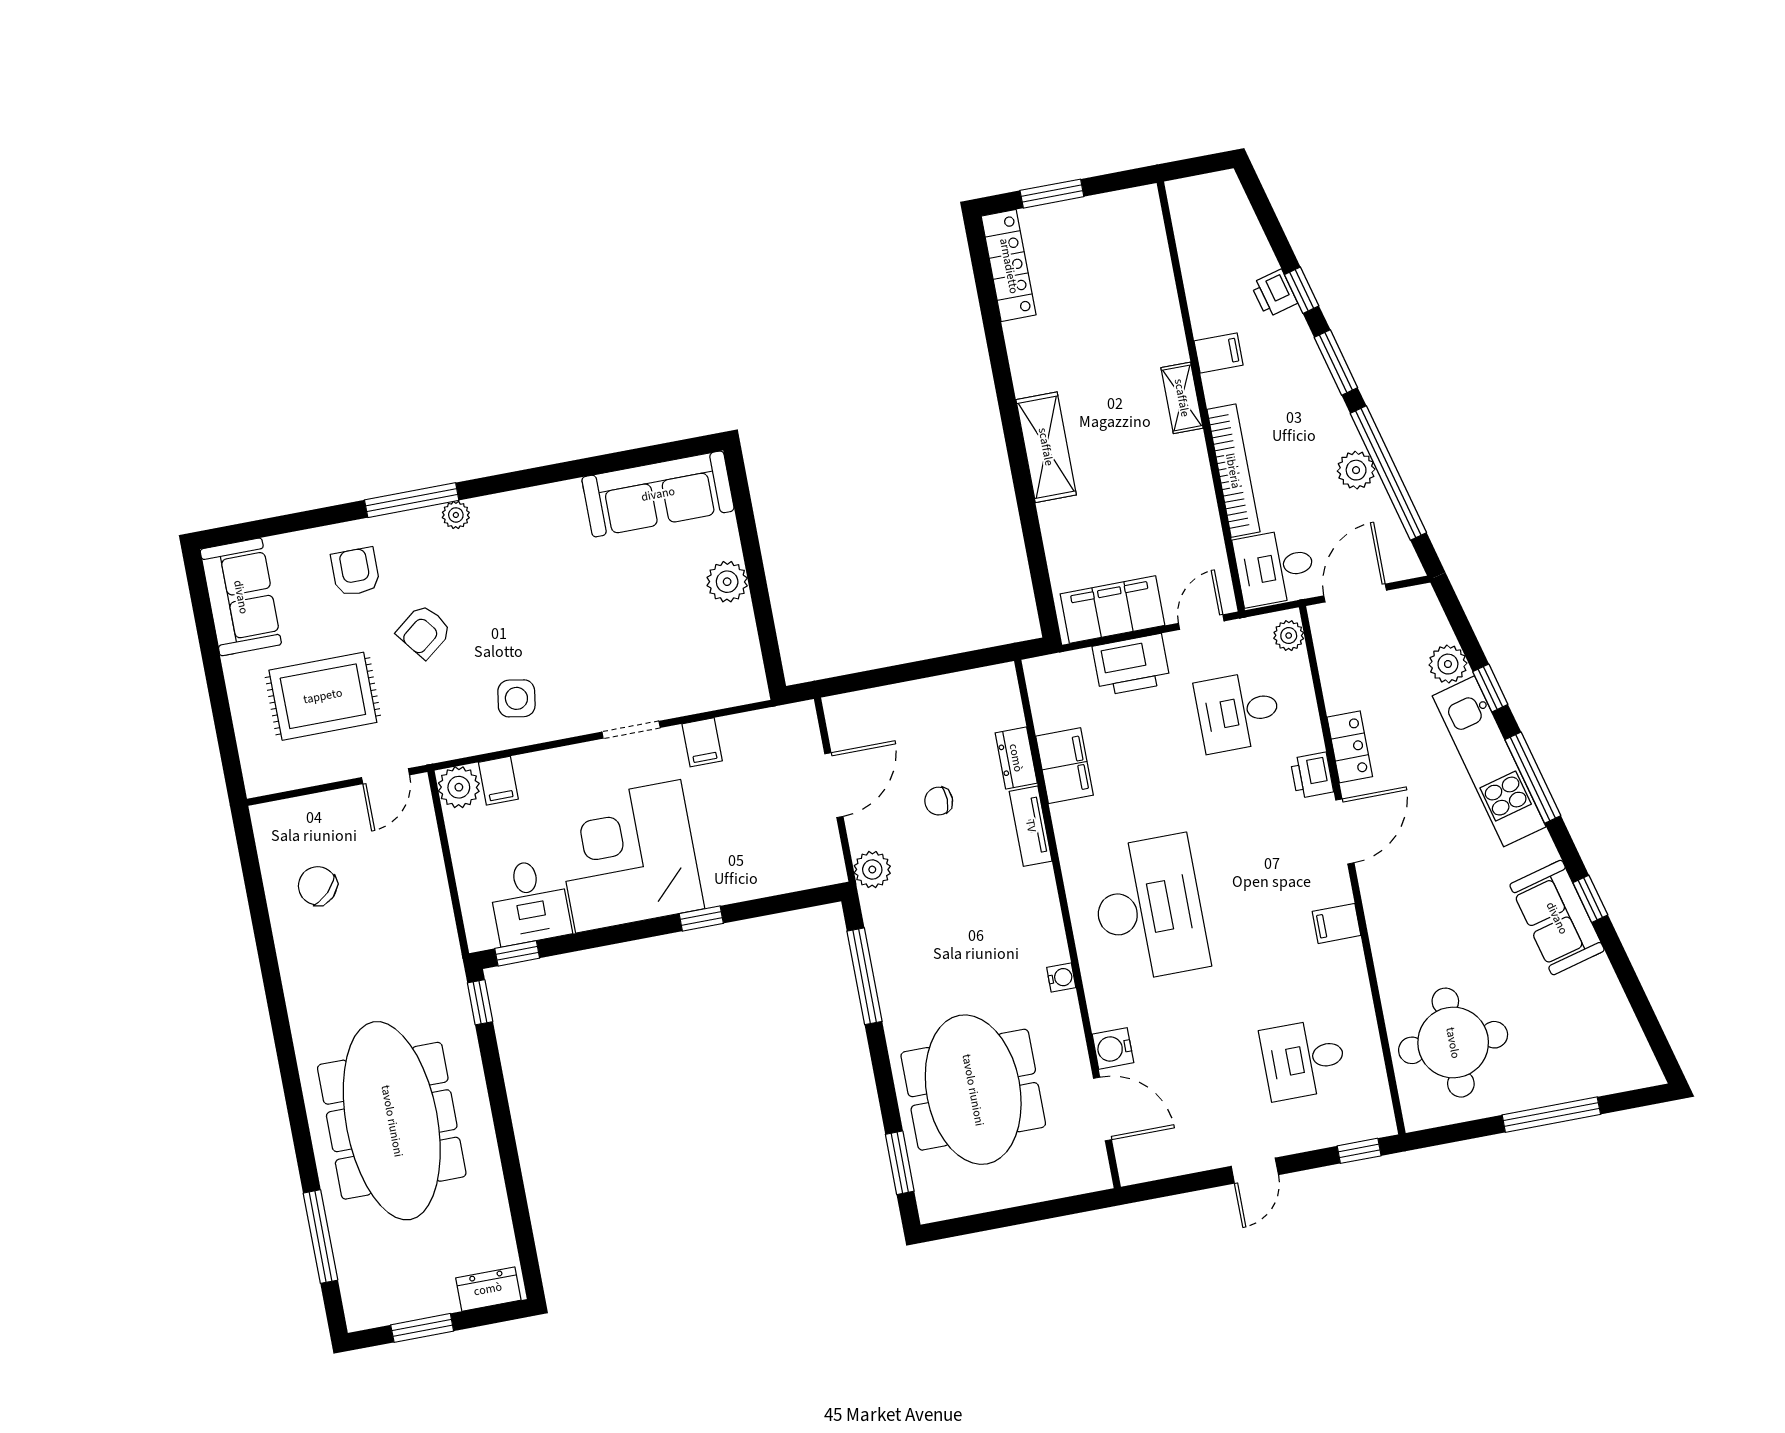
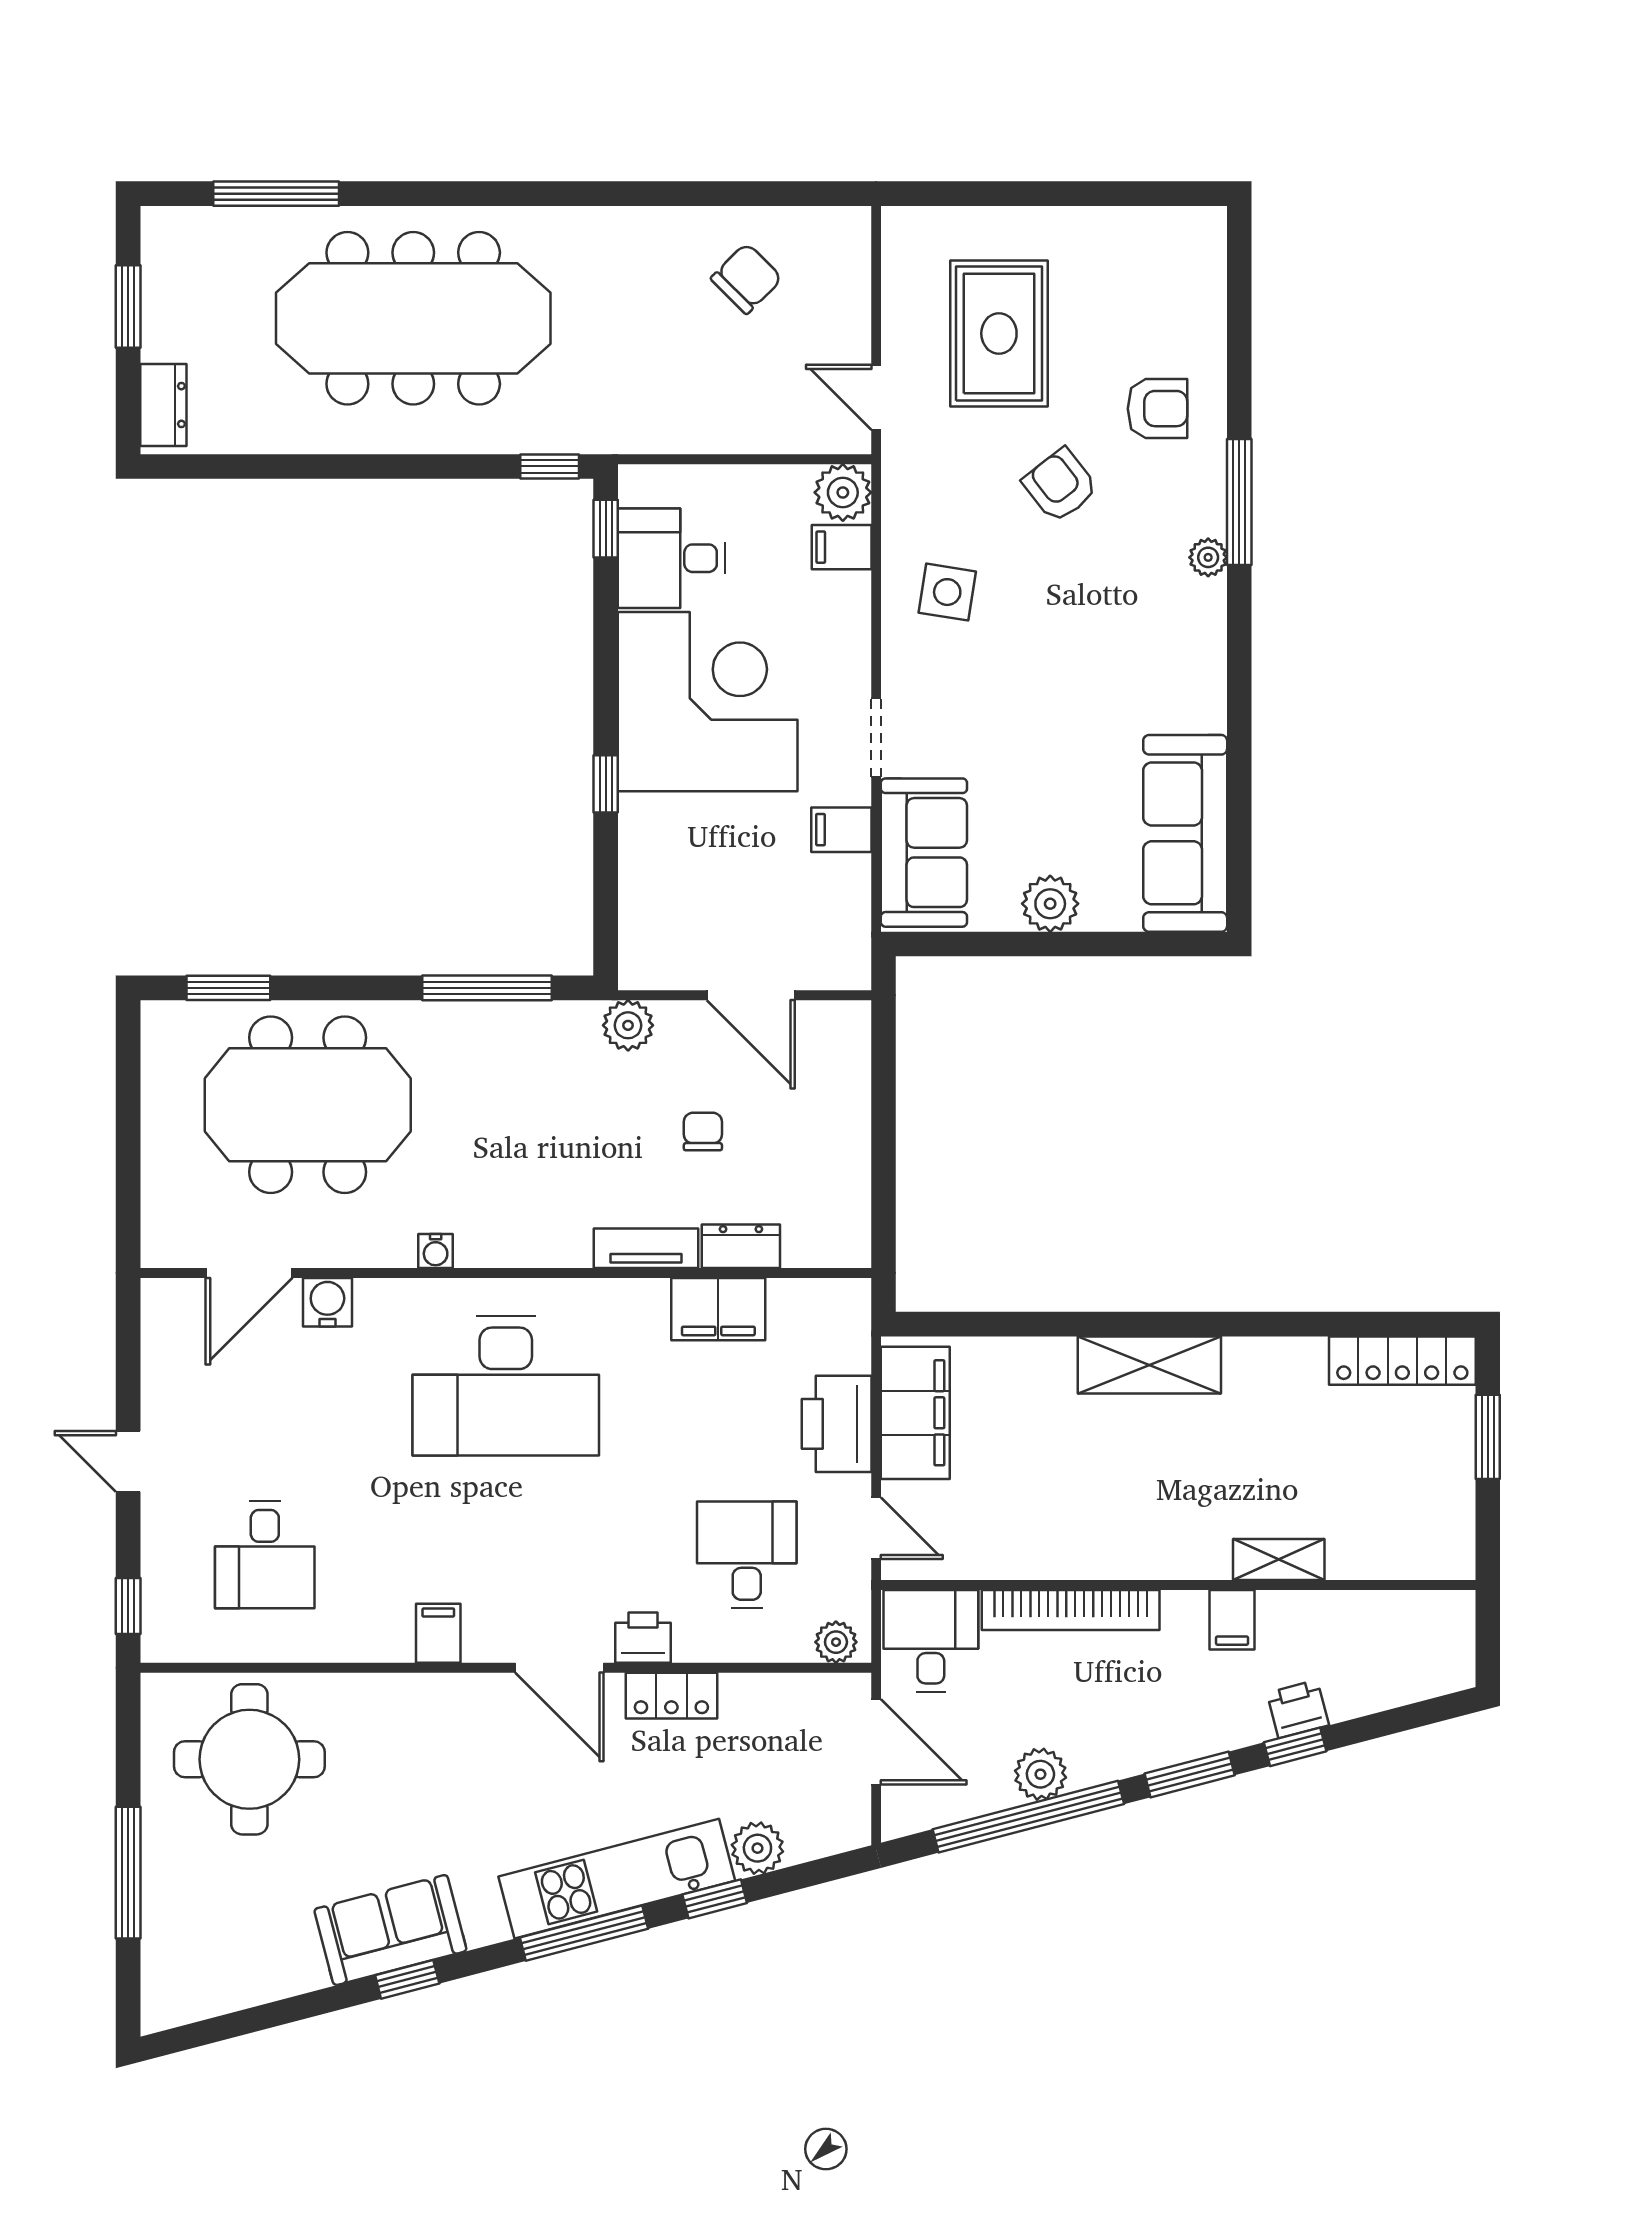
shelving: (1182, 398) -> (1279, 1559), moved
sofa: (241, 597) -> (924, 853), moved, turned -90
desk: (1304, 1059) -> (265, 1555), turned 180

